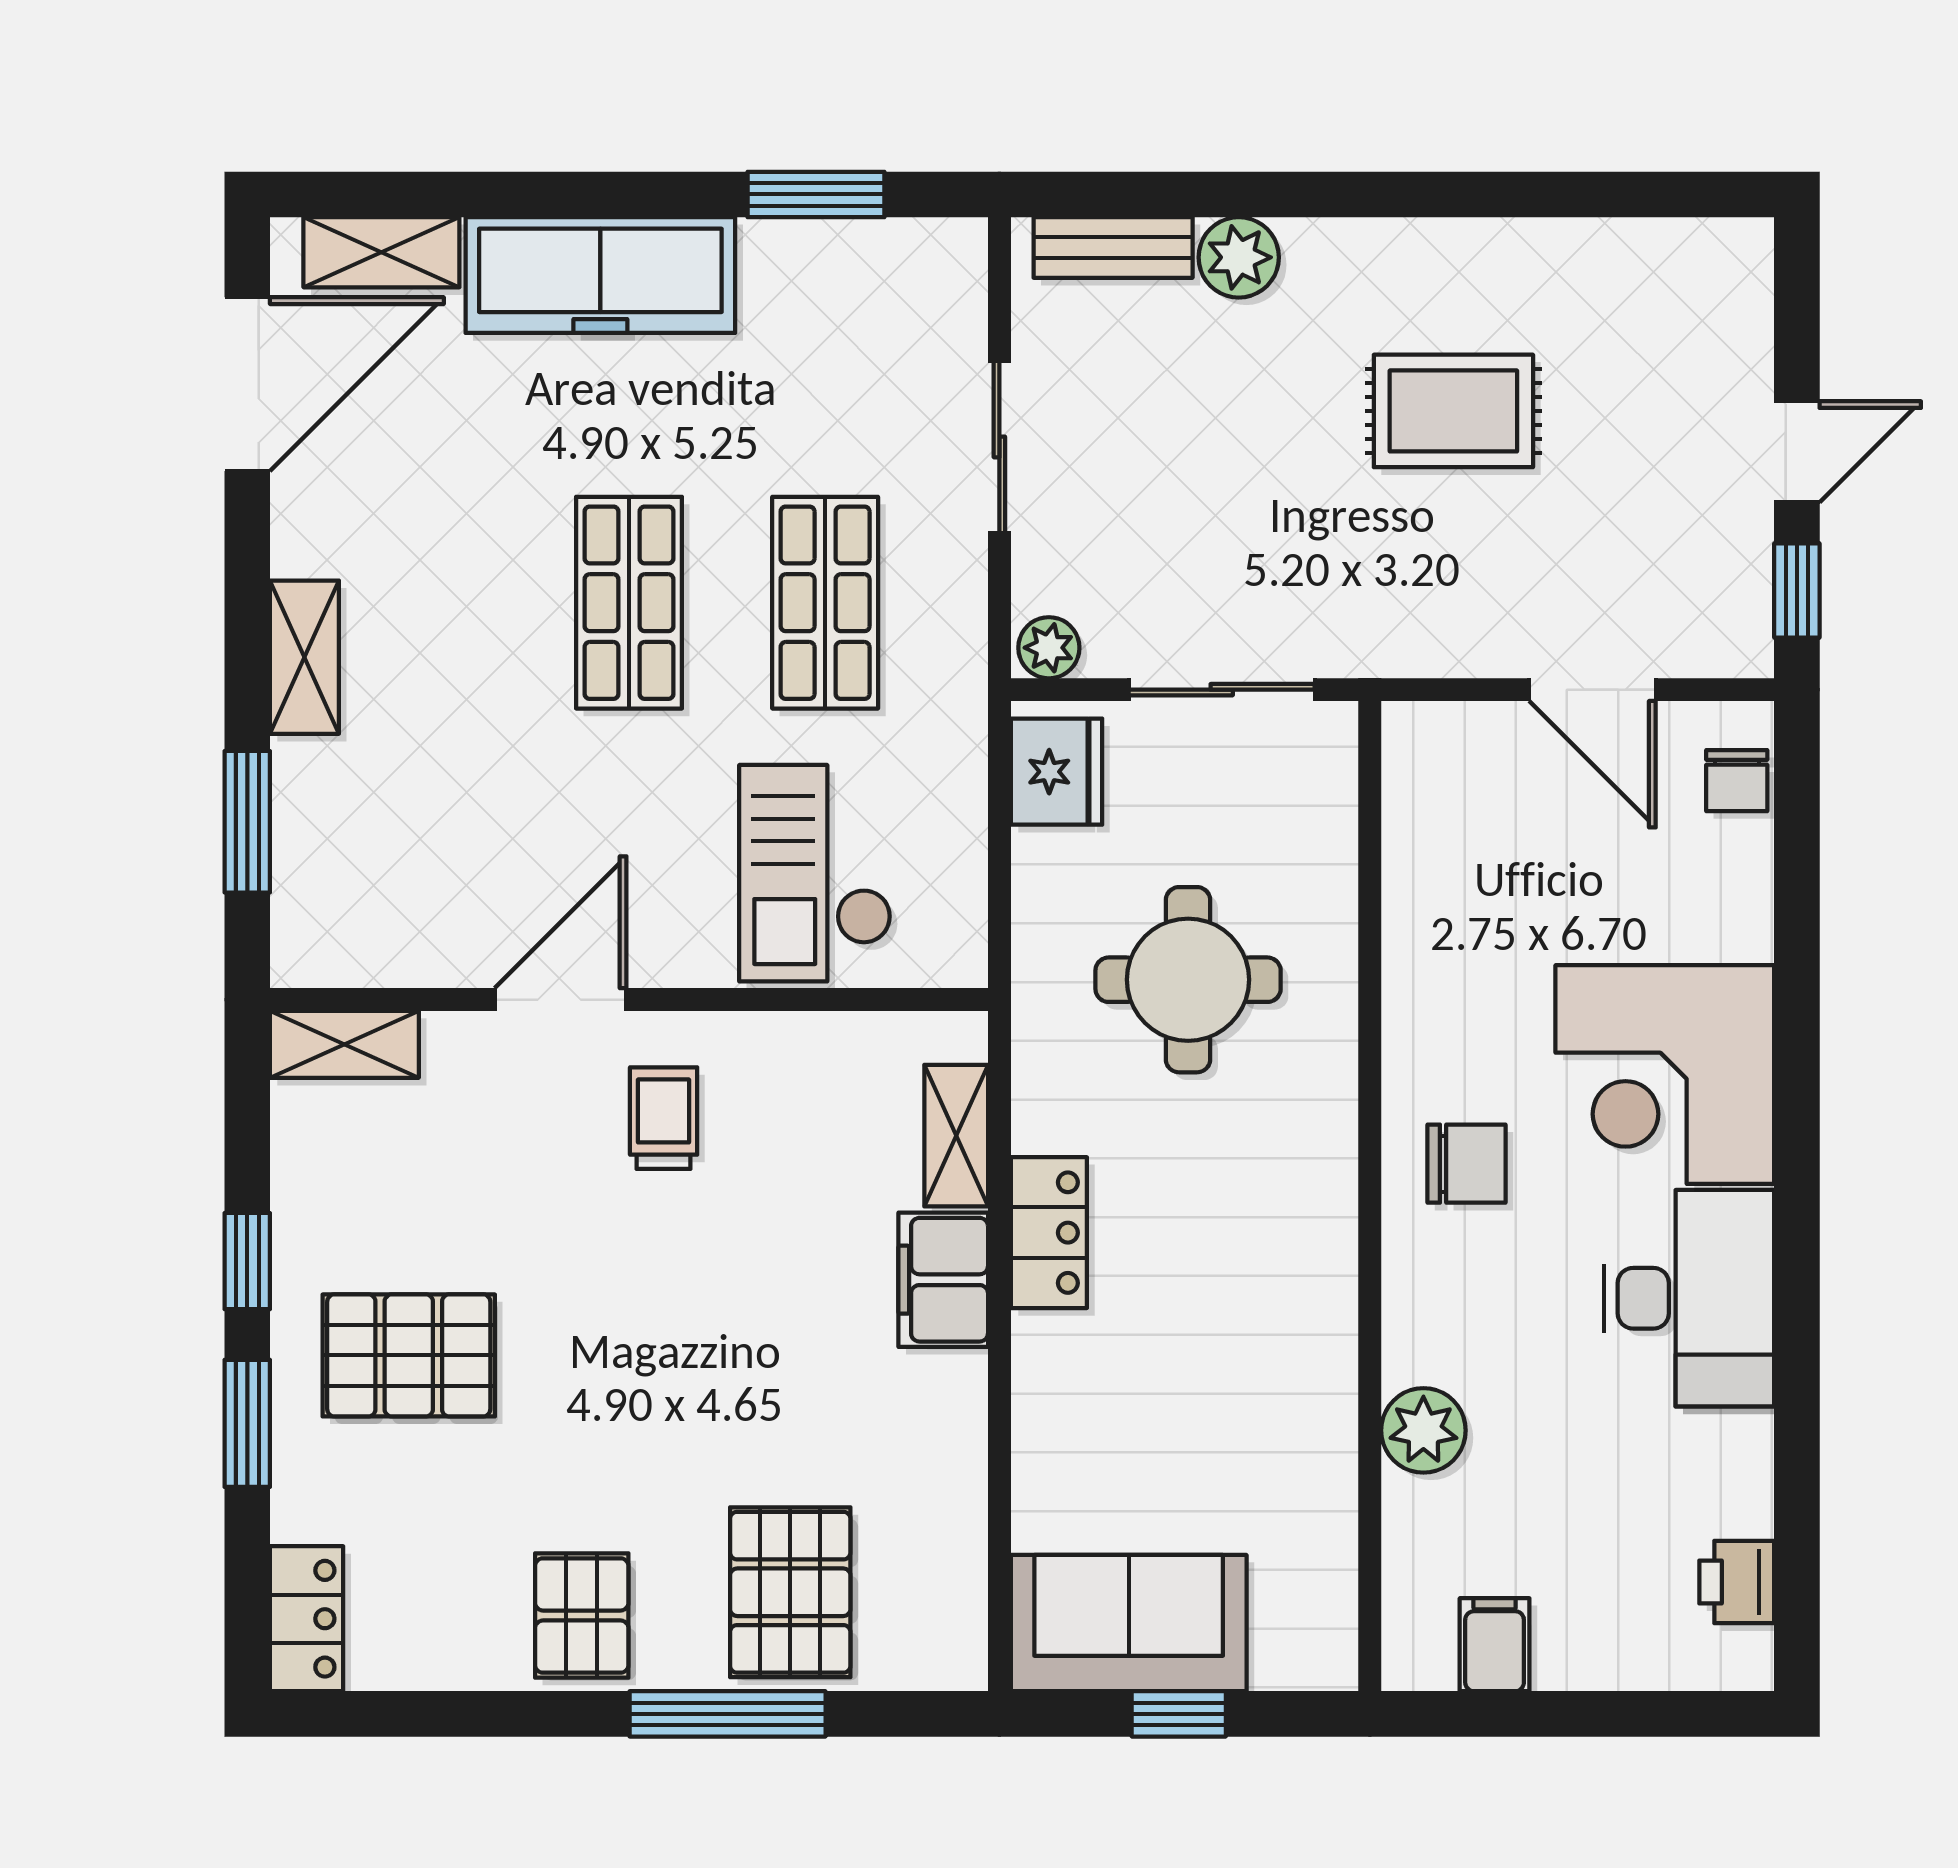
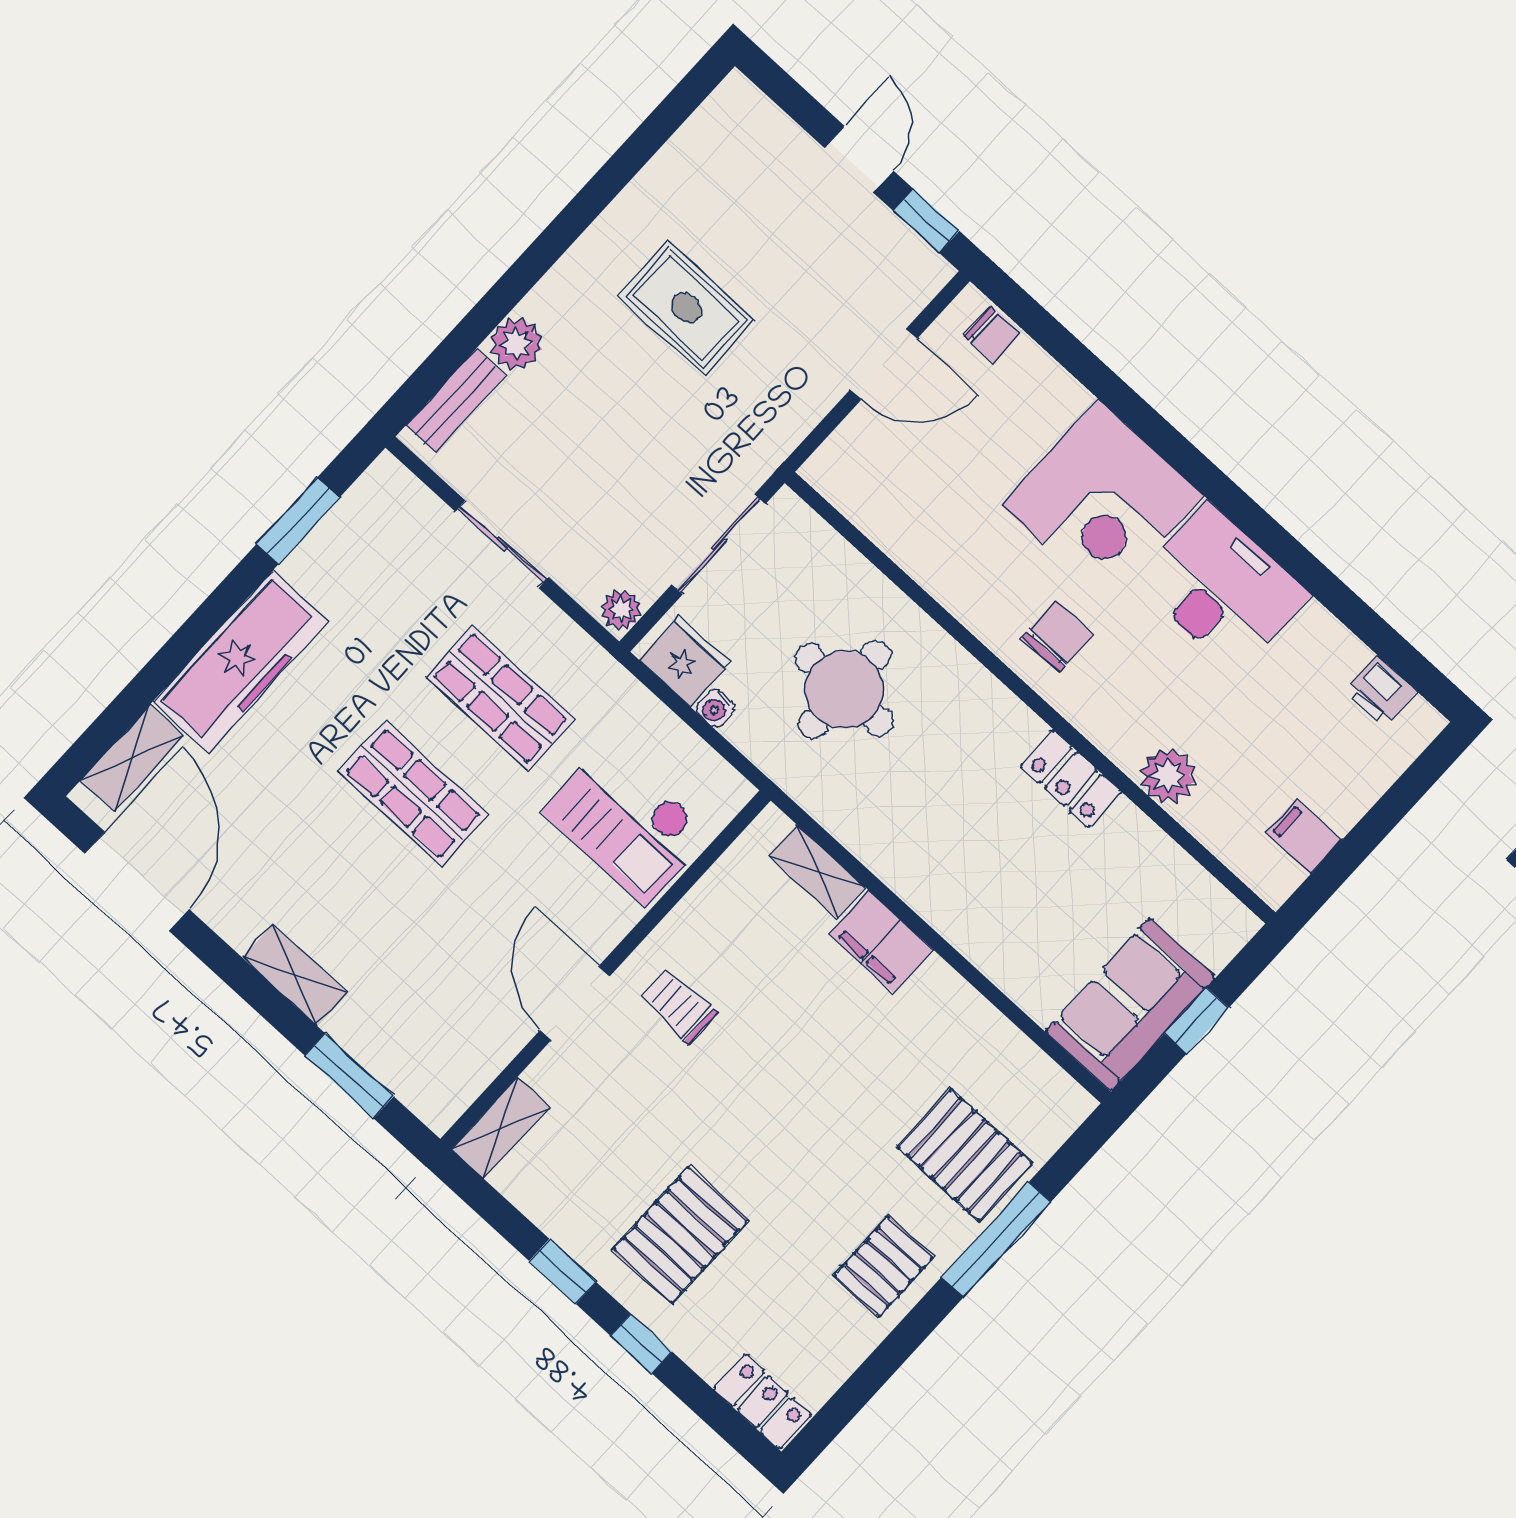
rug: (1453, 411) -> (686, 308), turned 90
water cooler: (1035, 855) -> (716, 708), added
locker: (1049, 1233) -> (1071, 779), moved, turned 180
window: (247, 1423) -> (641, 1344), width x0.67
pallet: (582, 1615) -> (883, 1267), turned 90

